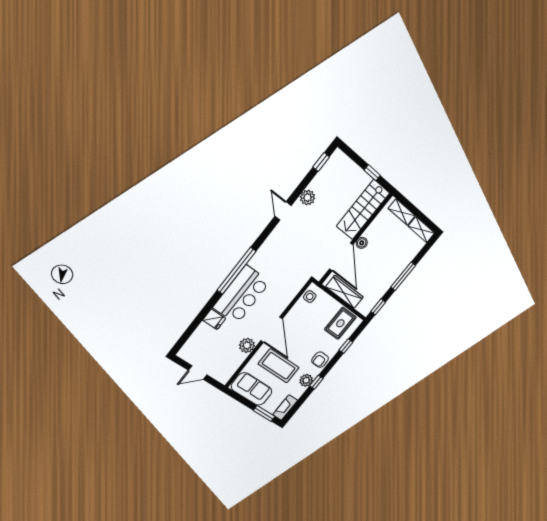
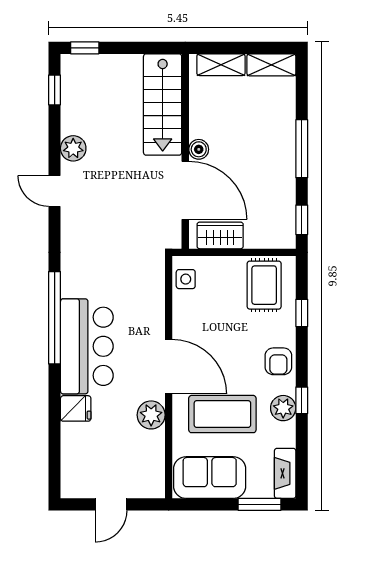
window: (372, 173) -> (85, 48), moved
wardrobe: (345, 292) -> (220, 235), width x0.67

